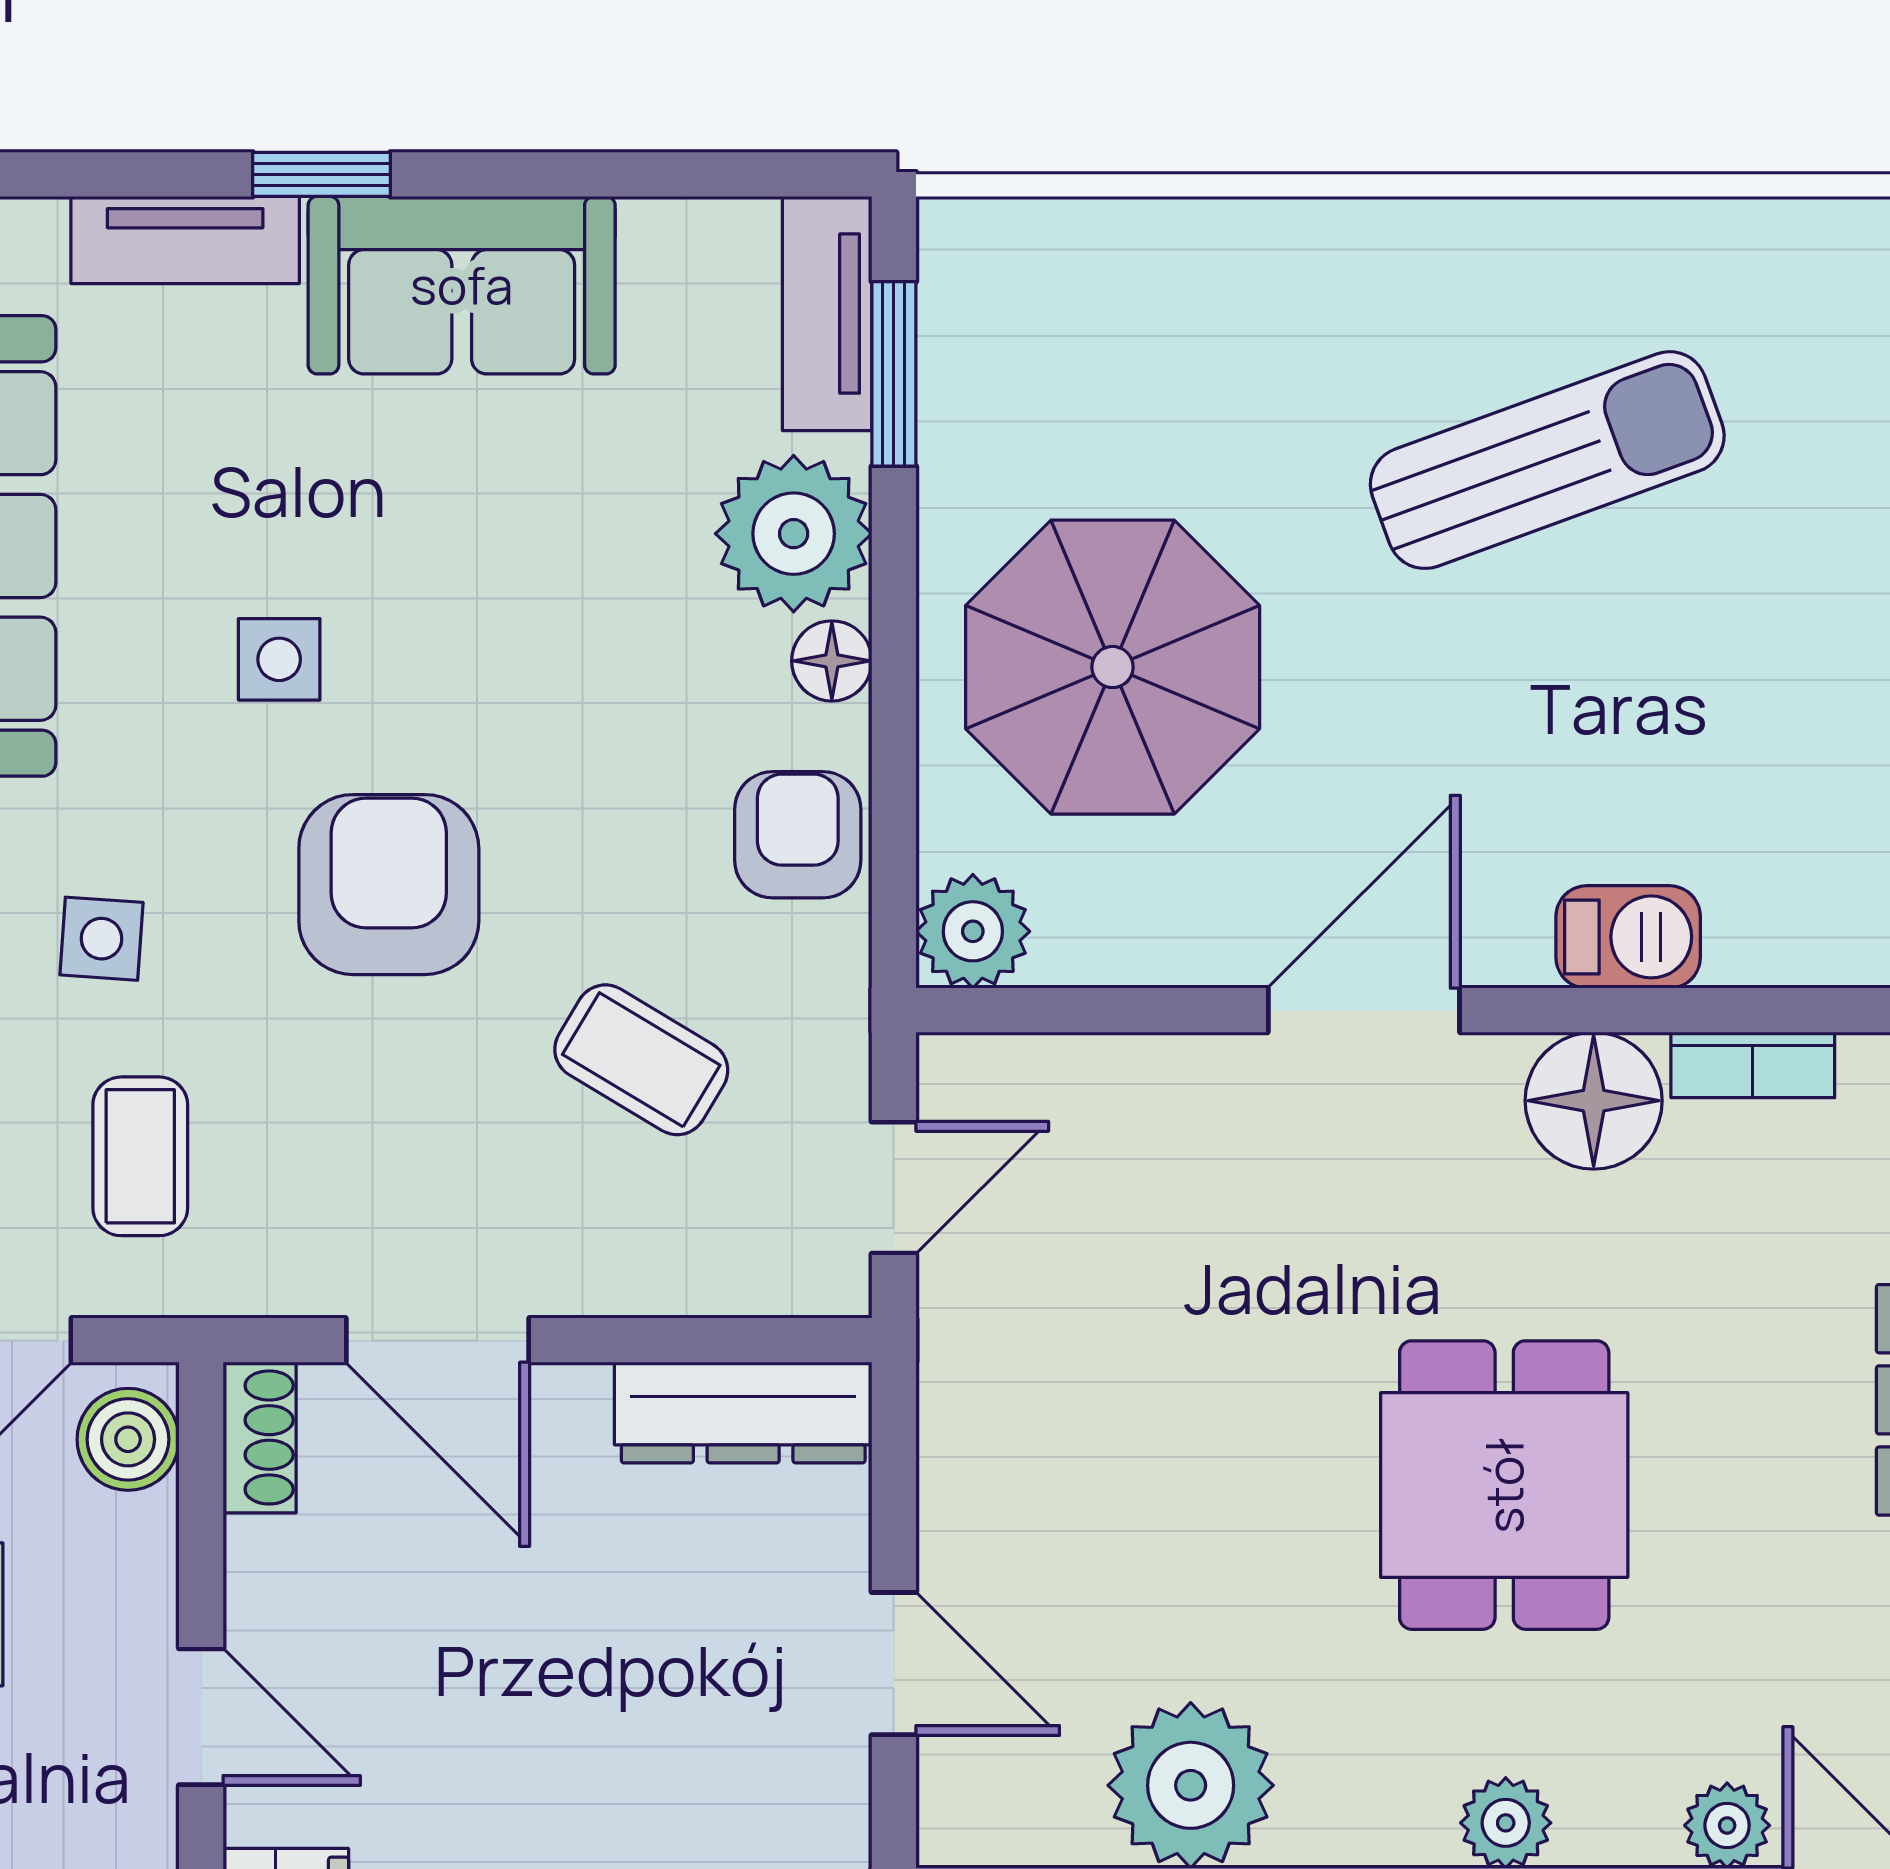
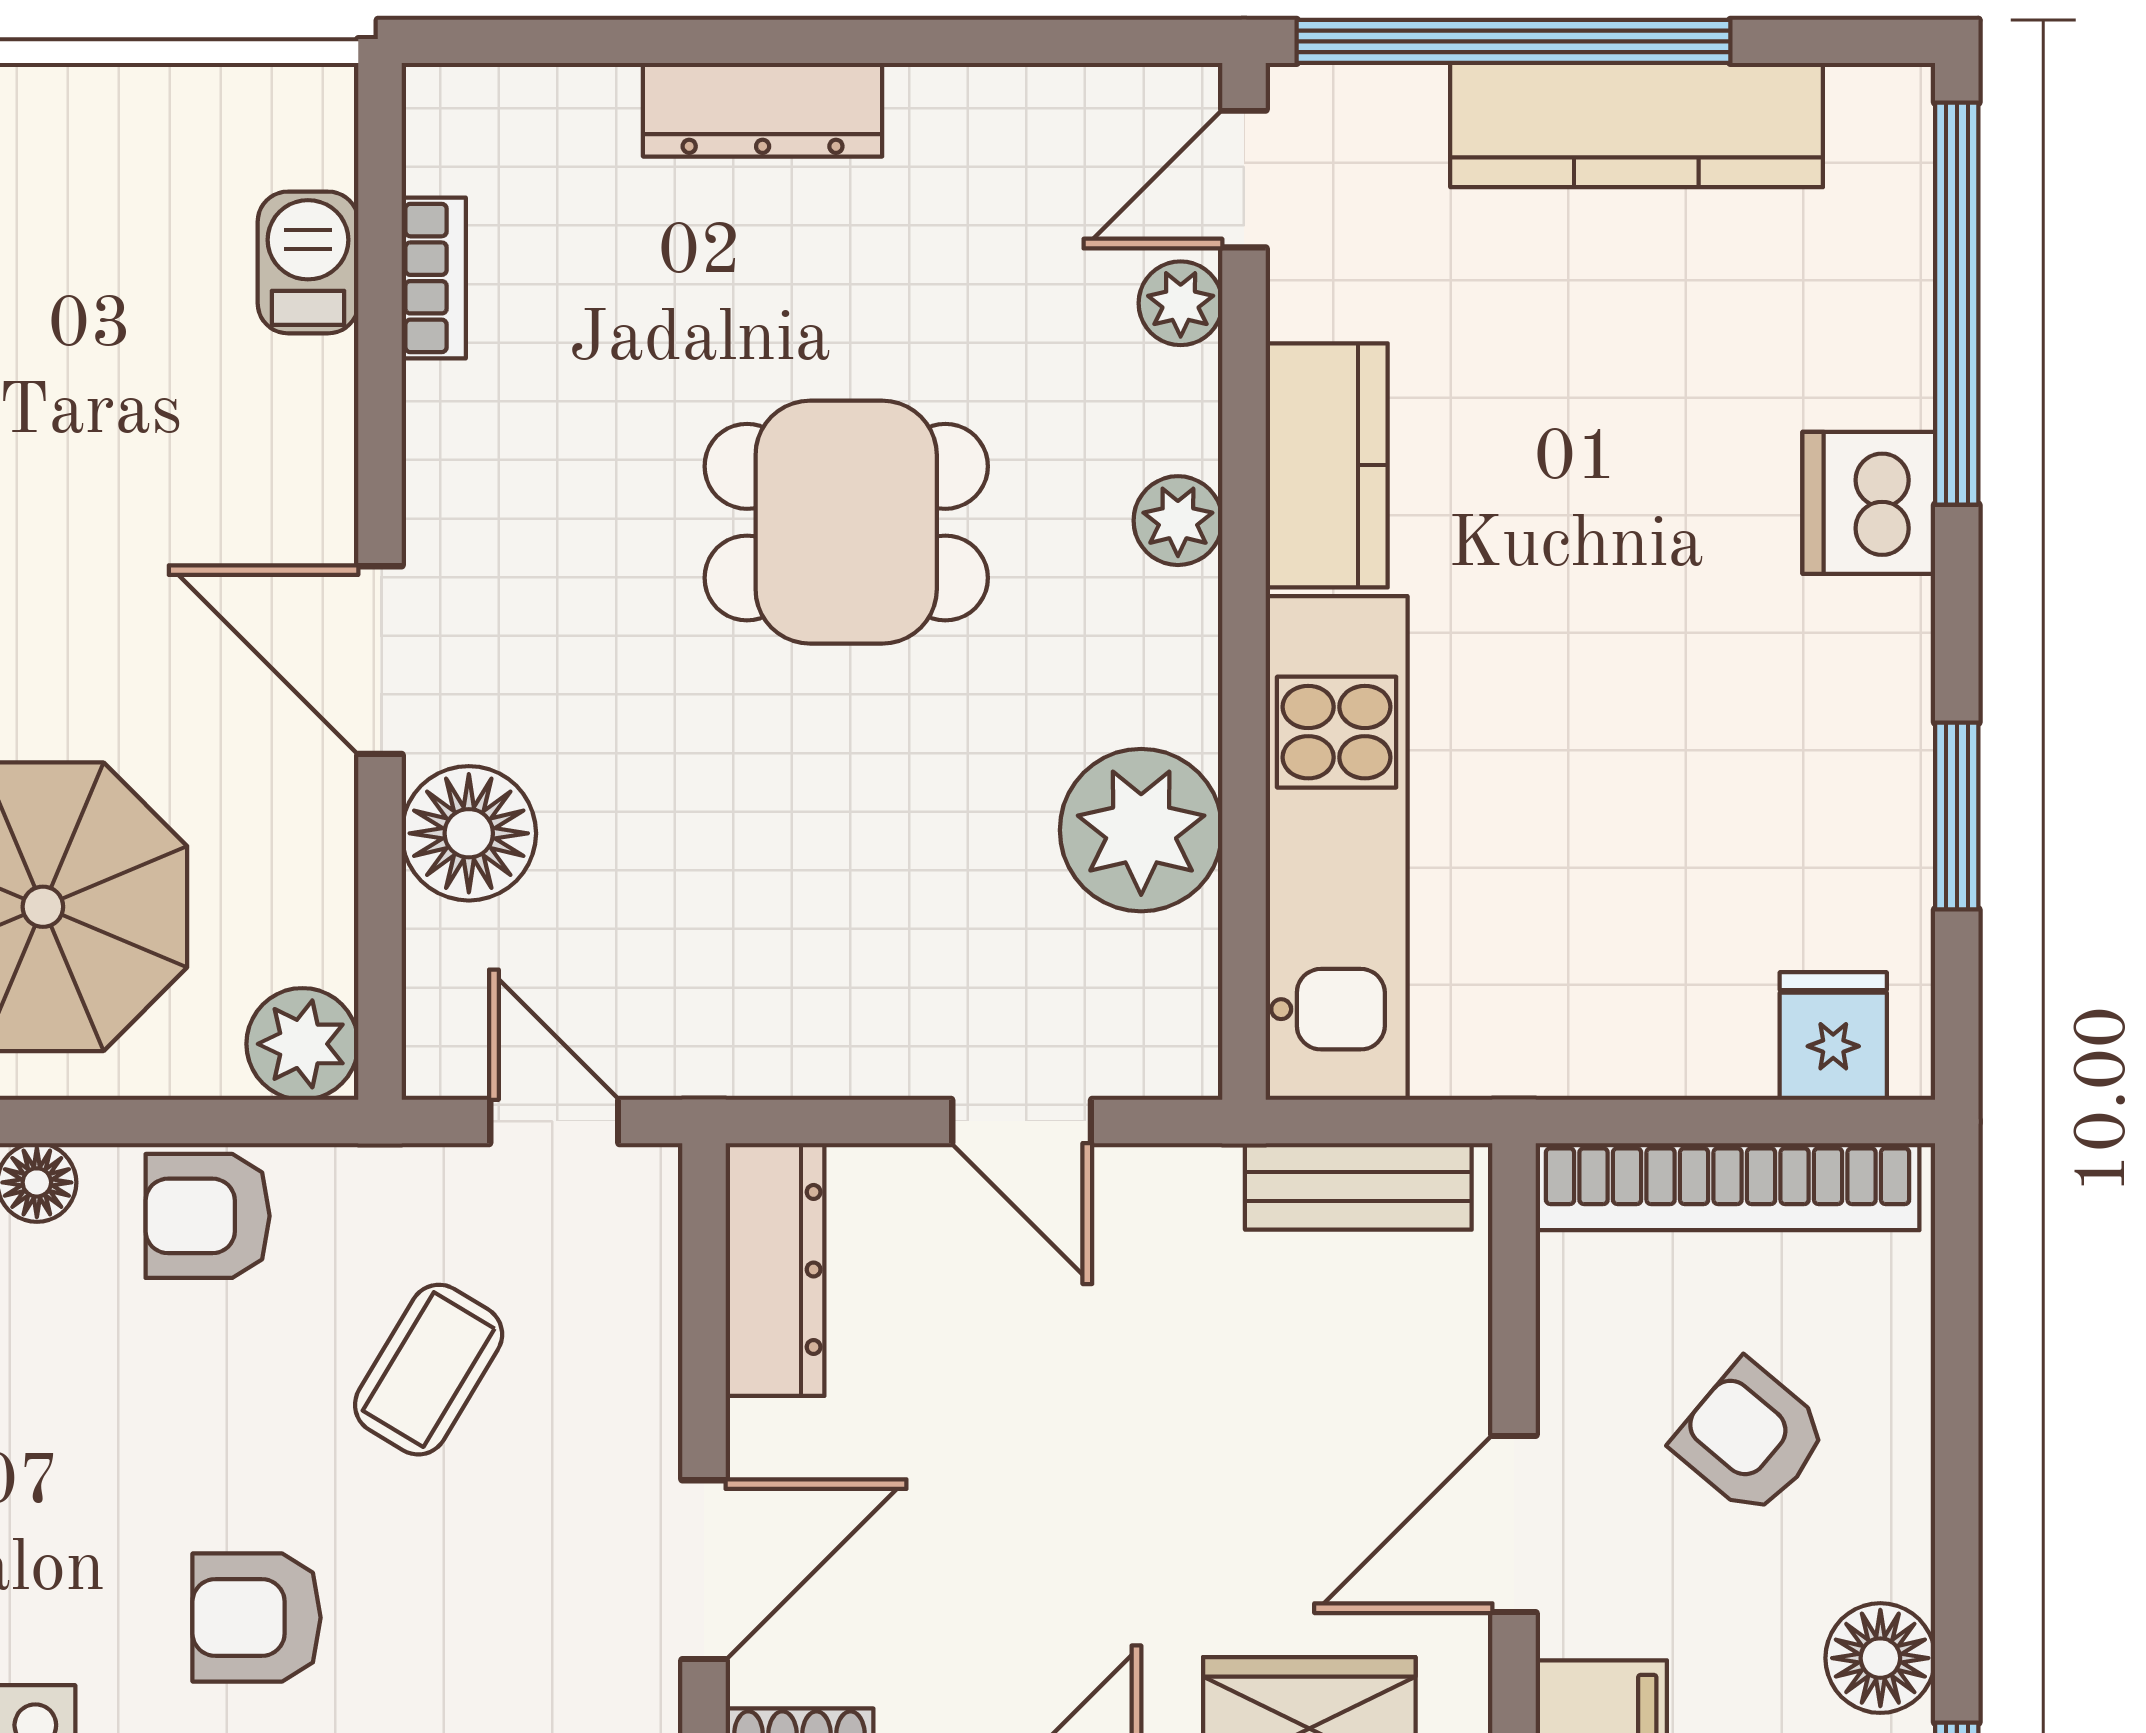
armchair: (389, 885) -> (257, 1618), width x0.72, depth x0.72
barbecue: (1628, 937) -> (308, 262), moved
floor lamp: (1594, 1101) -> (469, 833), moved
door: (894, 1664) -> (1022, 1121), swing flipped

